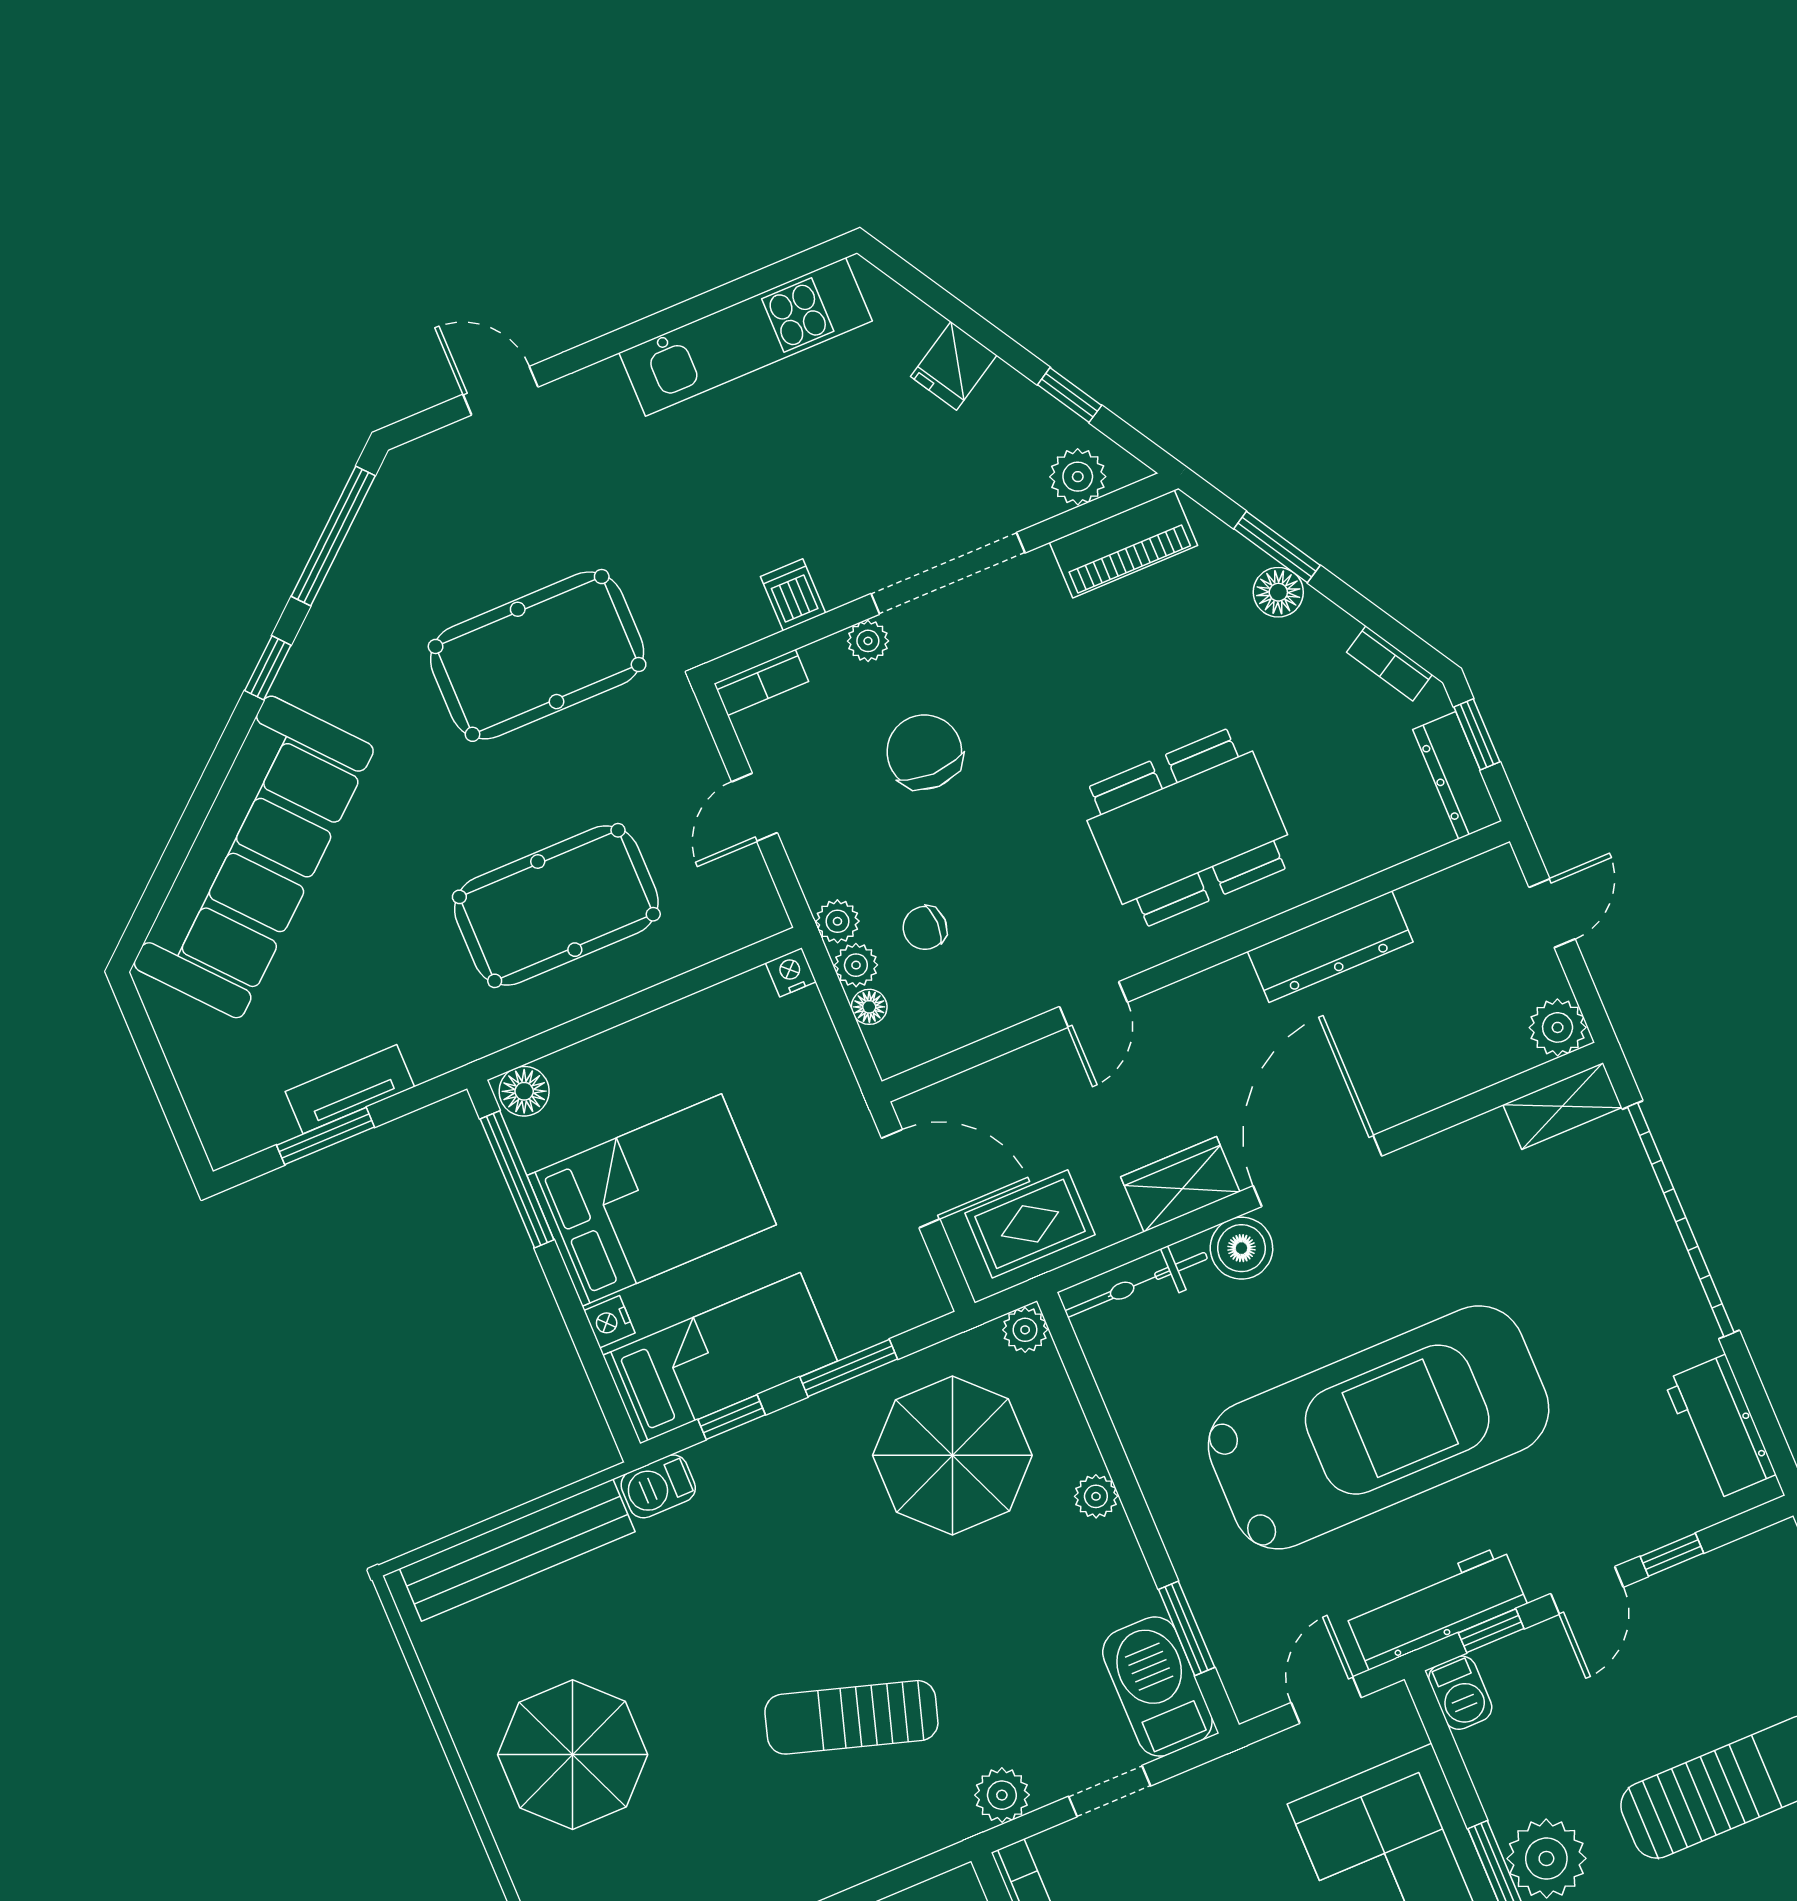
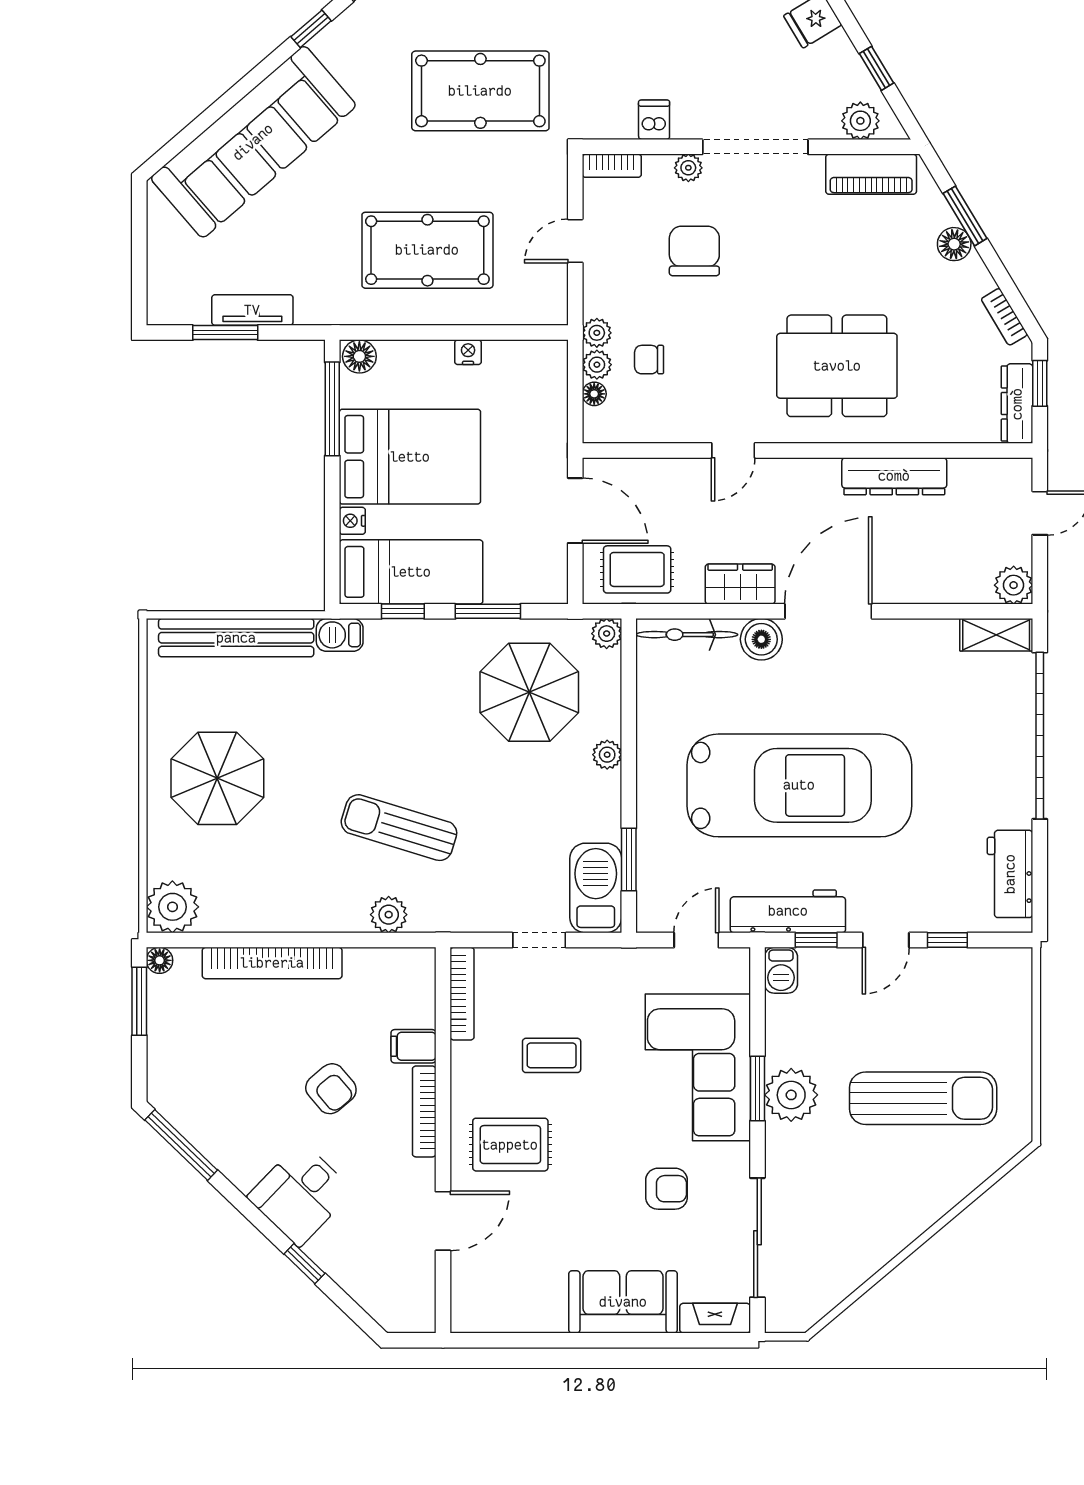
nightstand: (791, 972) -> (468, 352), moved
plant: (1002, 1795) -> (389, 915), moved

